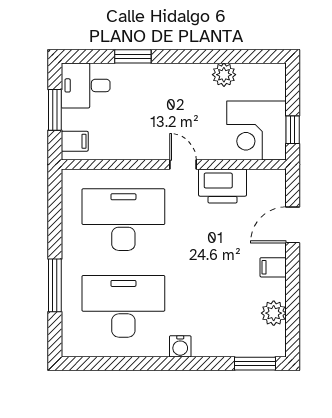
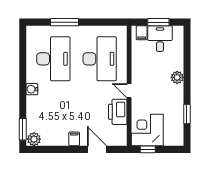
window: (133, 56) -> (187, 114), moved
plant: (224, 75) -> (177, 77), moved
desk: (86, 85) -> (160, 39), moved
door: (183, 165) -> (129, 91), swing flipped
plant: (274, 313) -> (34, 139), moved

